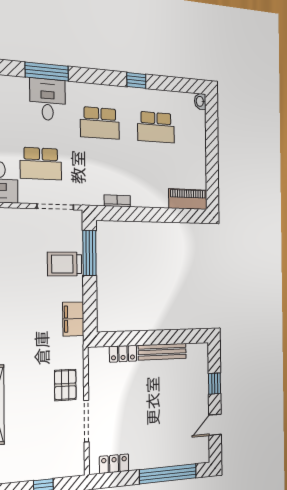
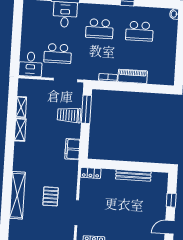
piano: (188, 199) -> (133, 76), moved
locker: (123, 354) -> (91, 173), moved
pallet: (65, 385) -> (51, 196), moved

